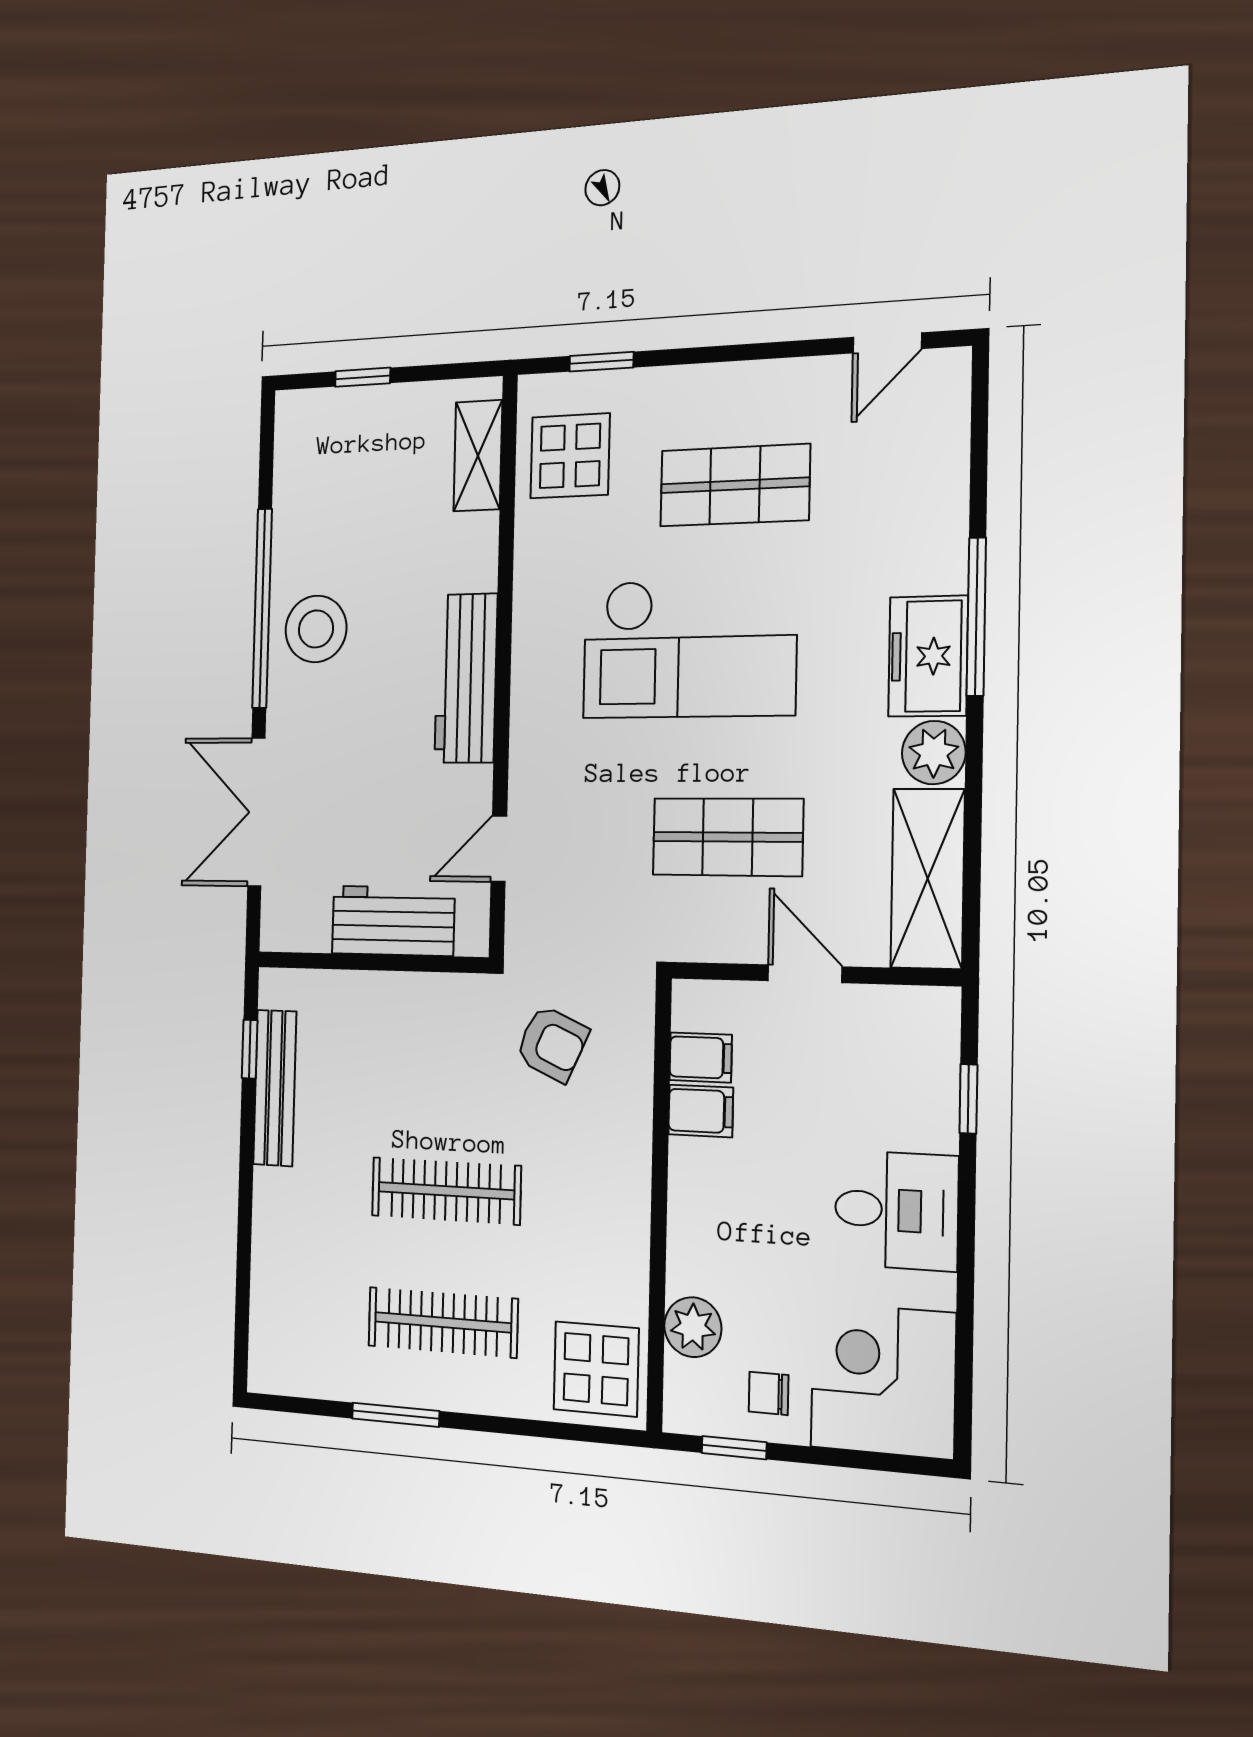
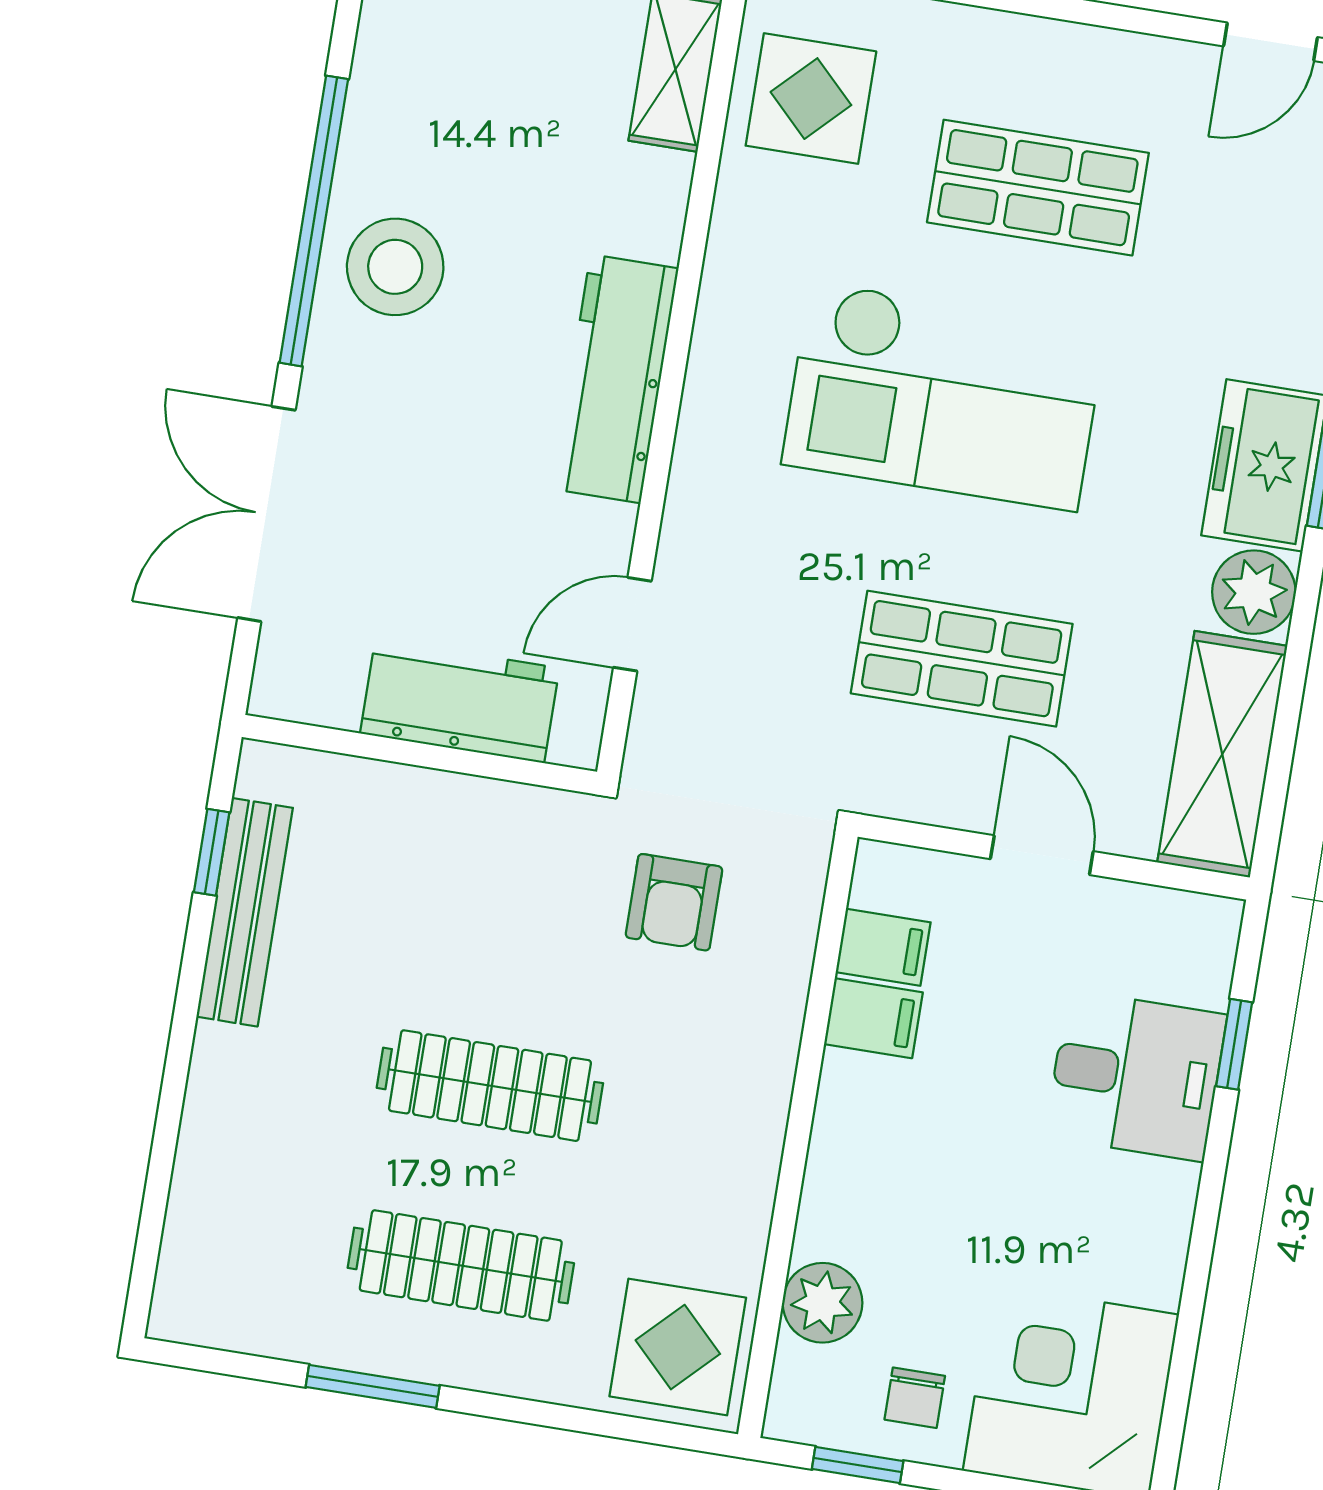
armchair: (552, 1044) -> (674, 902), turned 66
desk: (896, 1210) -> (1136, 1076), moved
chair: (769, 1393) -> (915, 1398), turned -90

